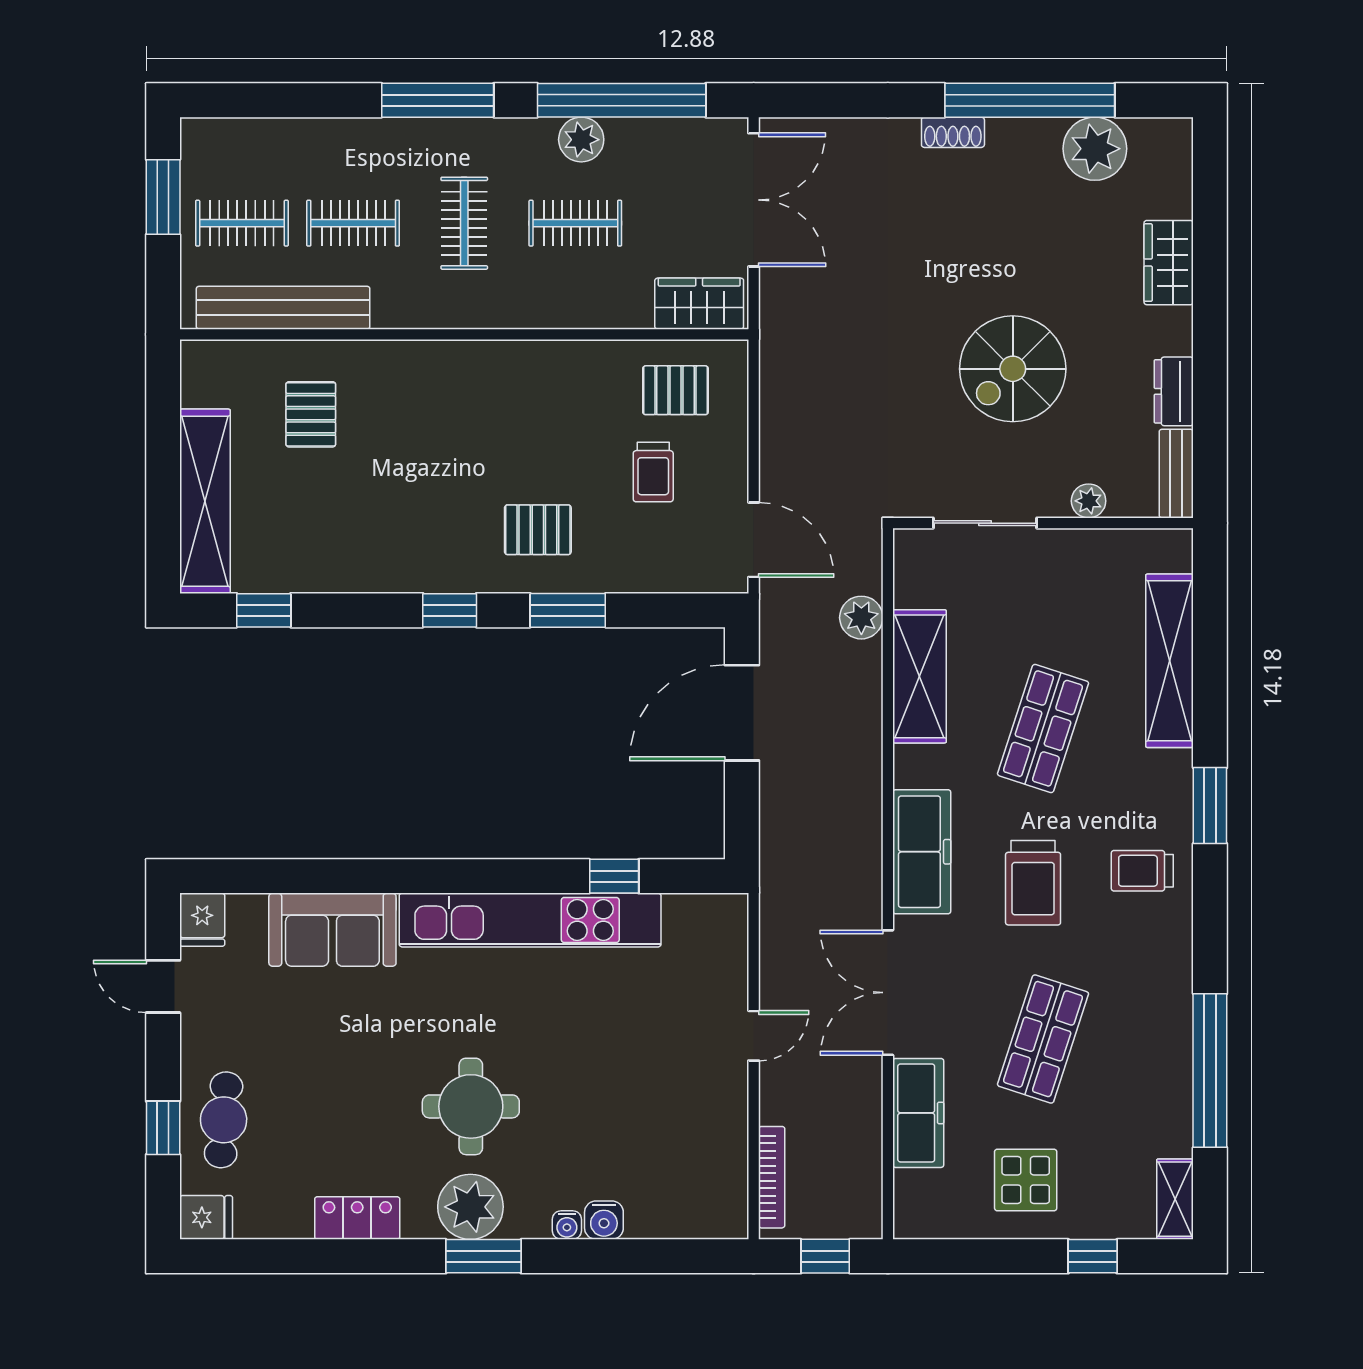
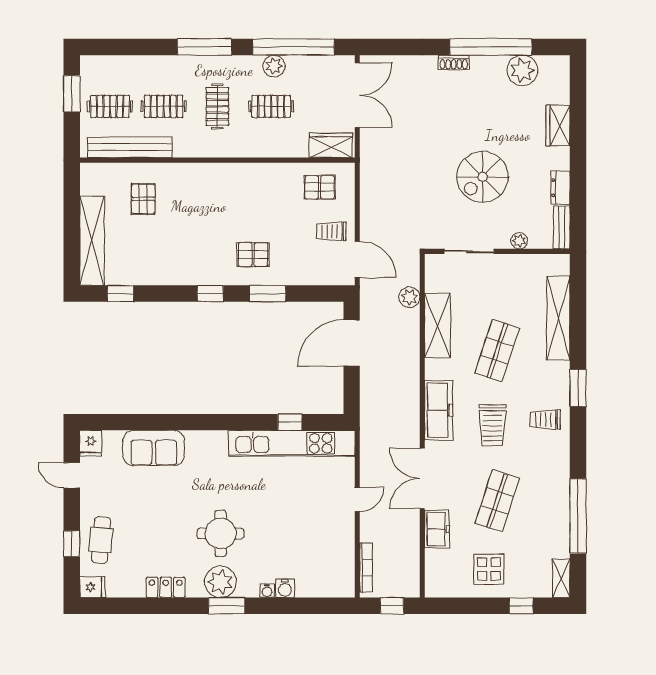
trolley: (653, 472) -> (331, 231), moved, turned 90
kitchen unit: (530, 920) -> (292, 443), moved
freezer: (918, 1113) -> (437, 529), width x0.71

